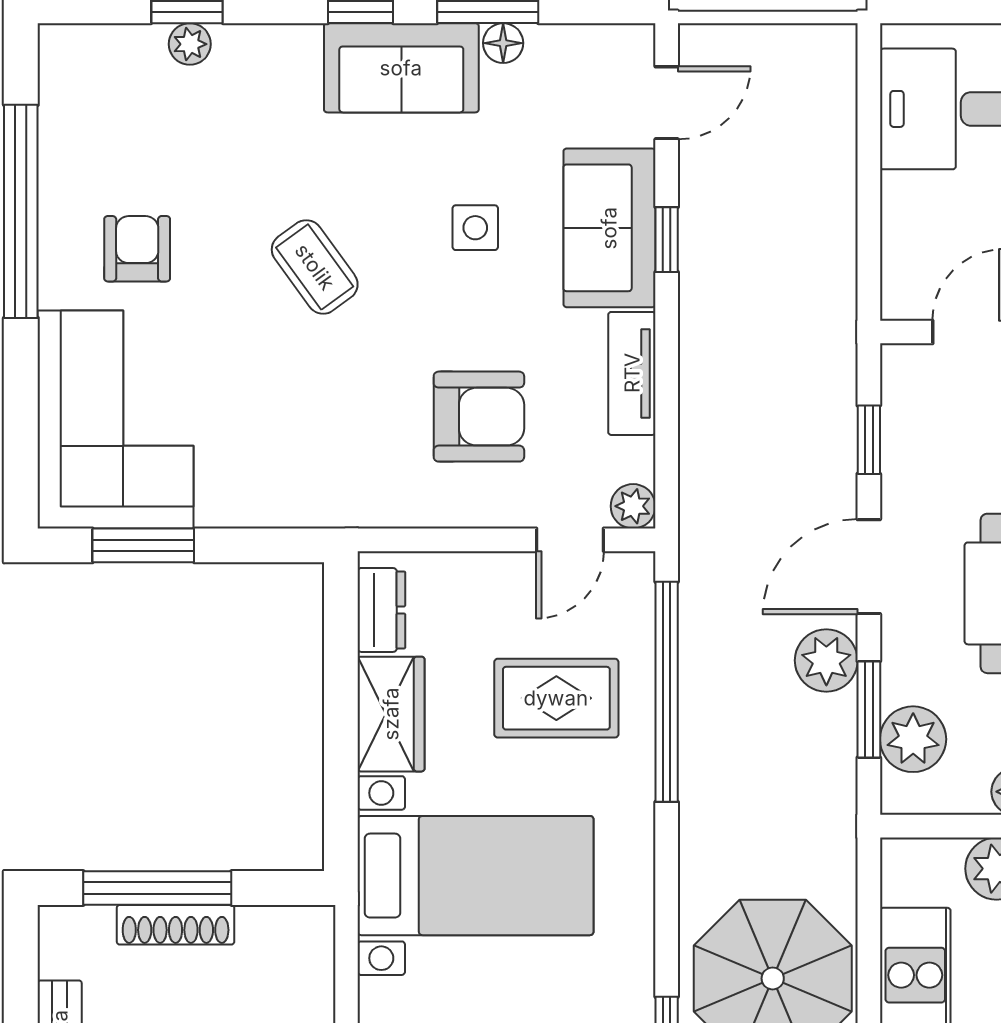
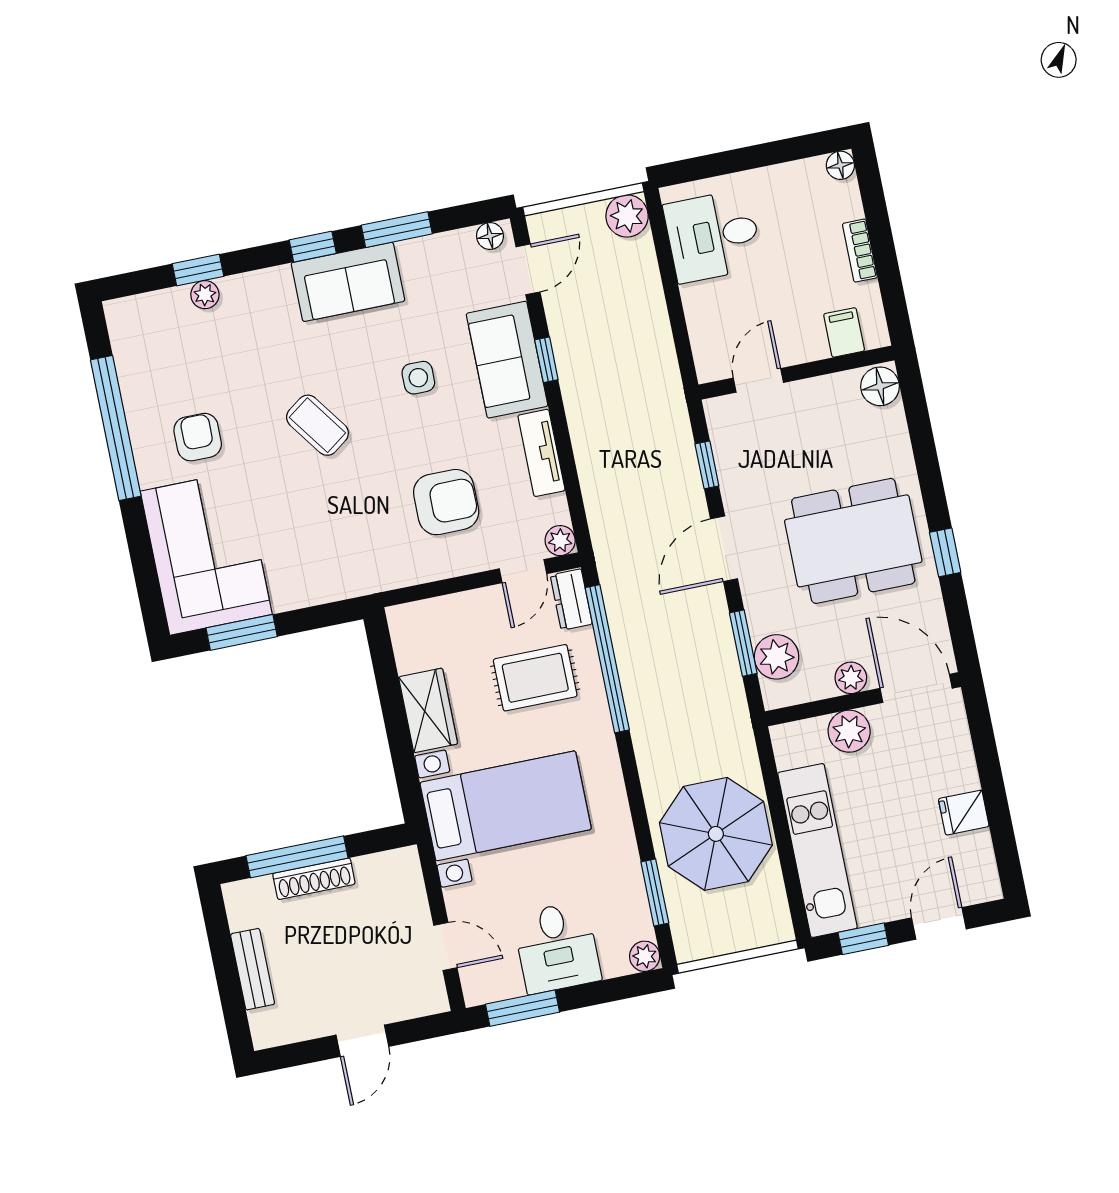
floor lamp: (503, 43) -> (490, 236), moved
dresser: (381, 610) -> (571, 600), moved, turned 180
plant: (826, 660) -> (627, 216), moved

